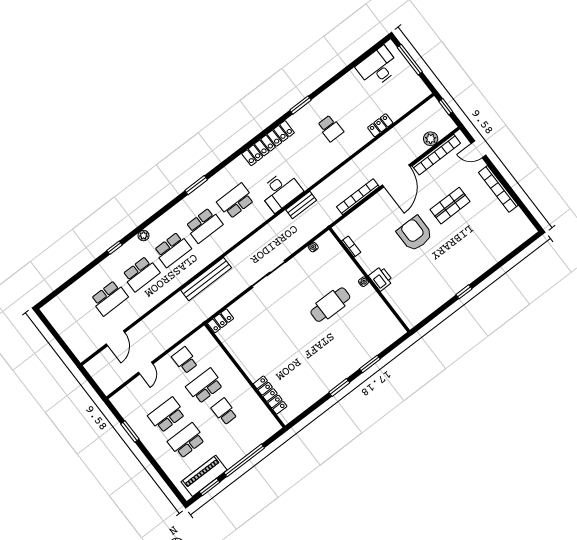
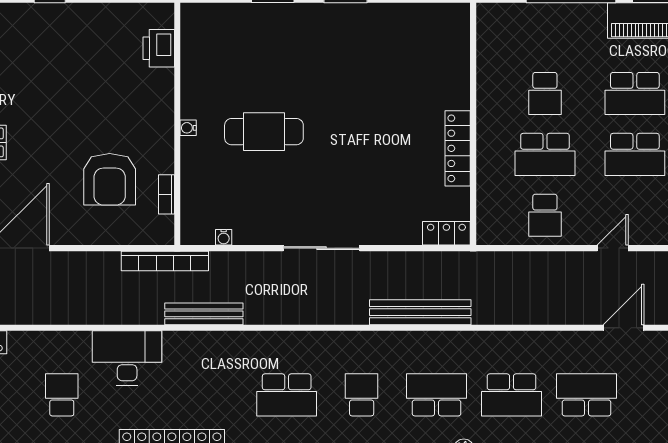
desk: (281, 191) -> (127, 358), moved
bookcase: (358, 197) -> (165, 261), moved
bench: (301, 205) -> (204, 314), width x1.36
school desk: (204, 225) -> (362, 395), width x0.54
armchair: (415, 234) -> (110, 179), moved
school desk: (141, 274) -> (511, 395), turned 180
printer: (381, 279) -> (159, 48), moved
locker: (270, 395) -> (458, 148), moved

